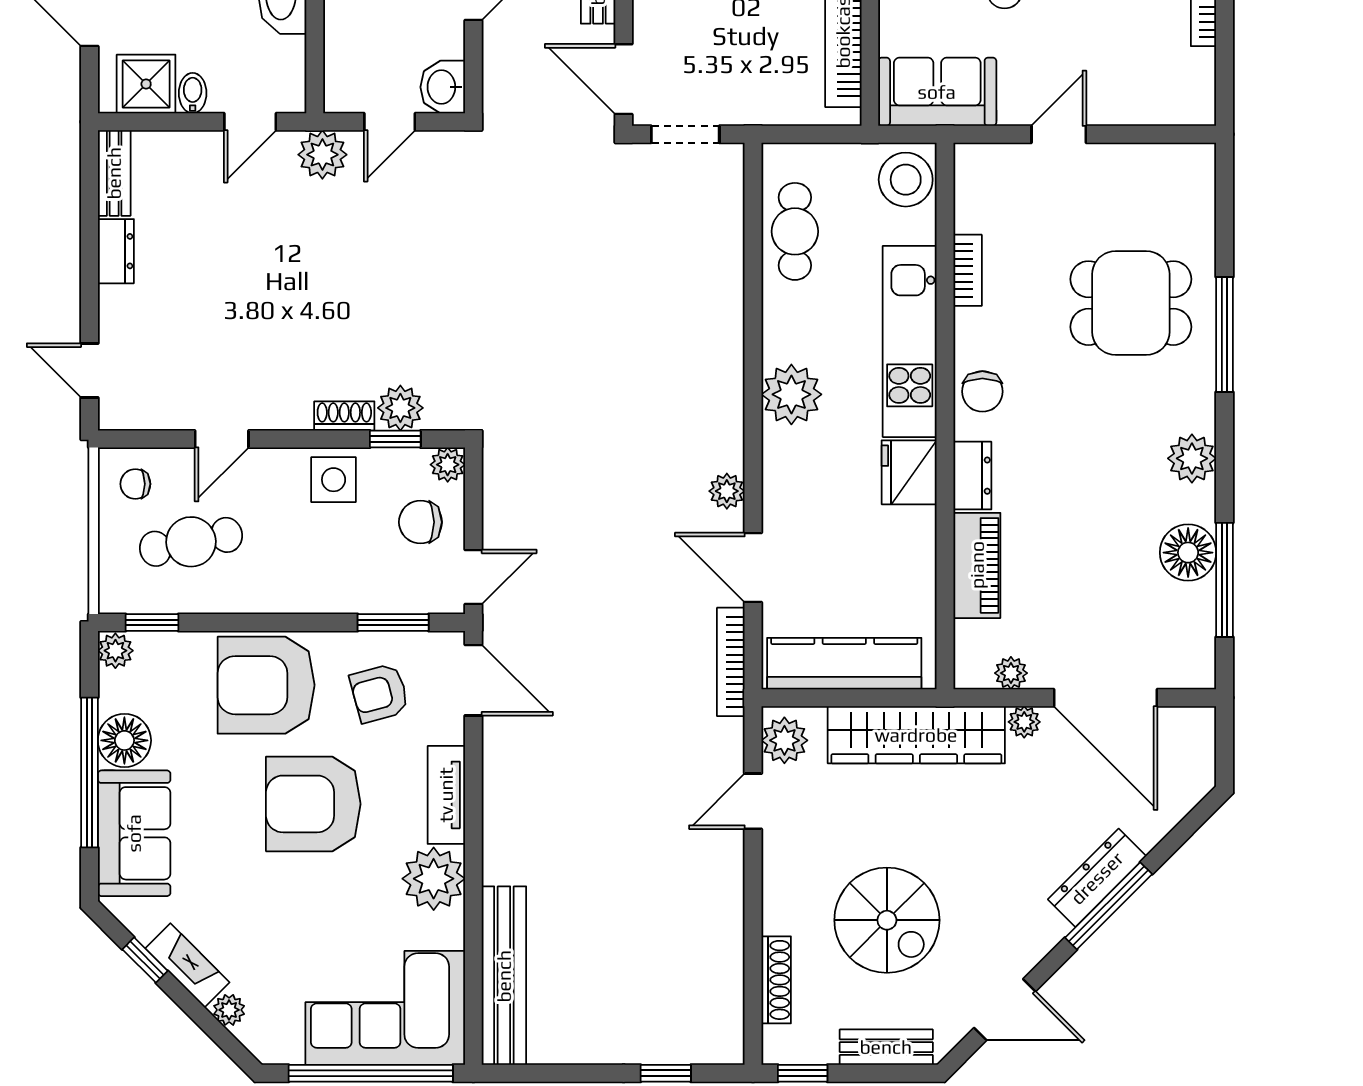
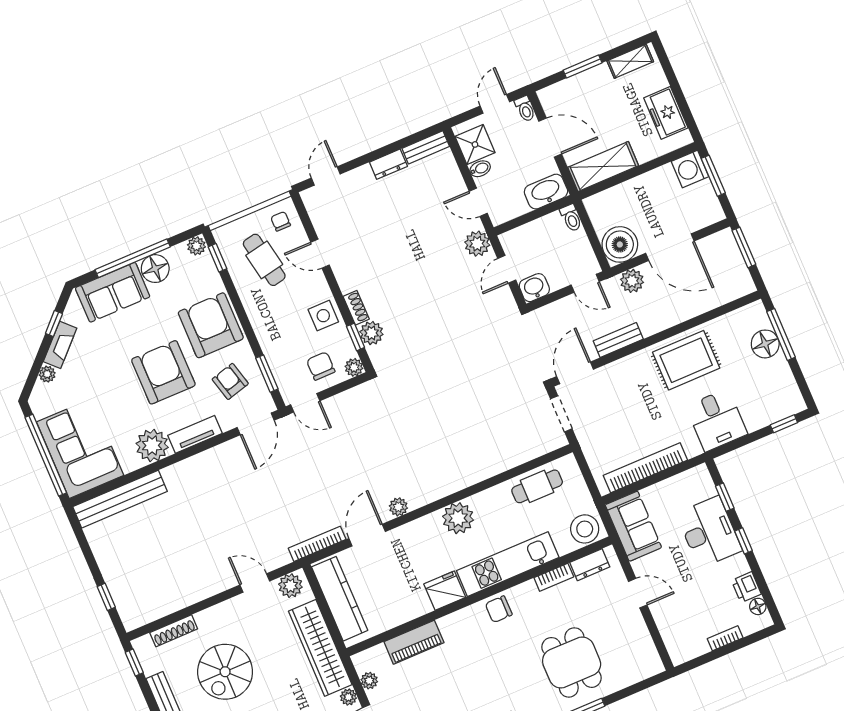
door: (390, 122) -> (507, 269), hinge flipped
dresser: (972, 476) -> (590, 565), moved

